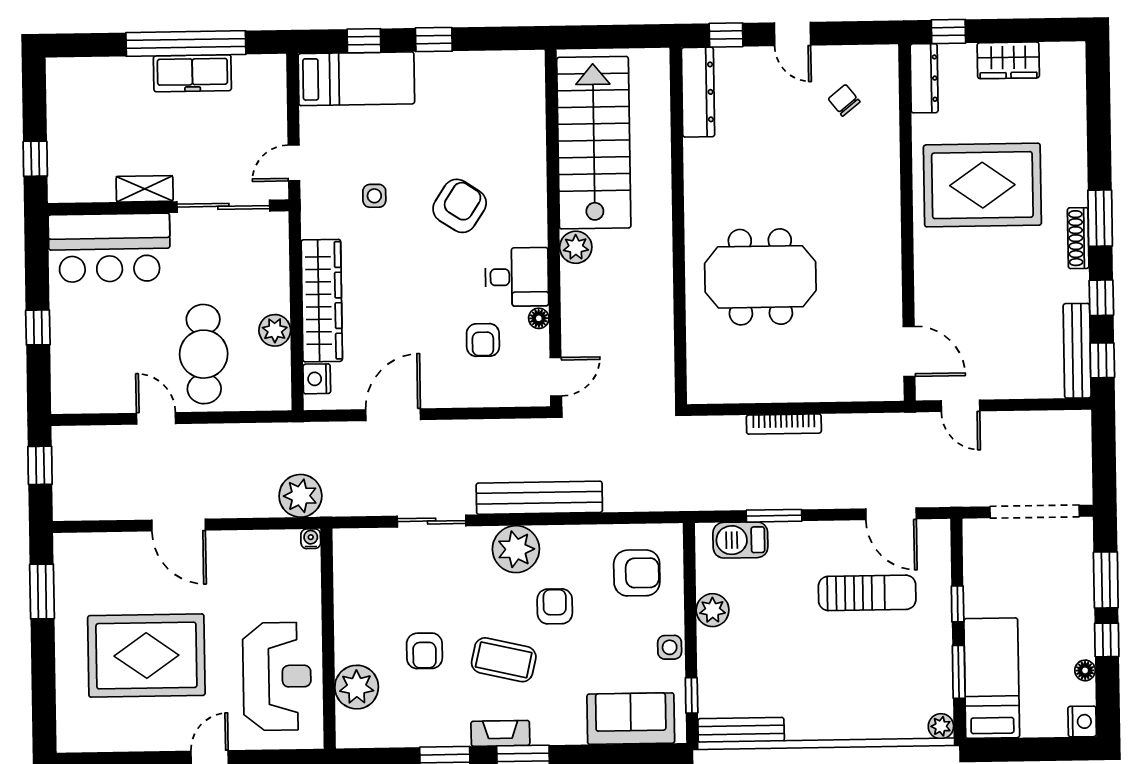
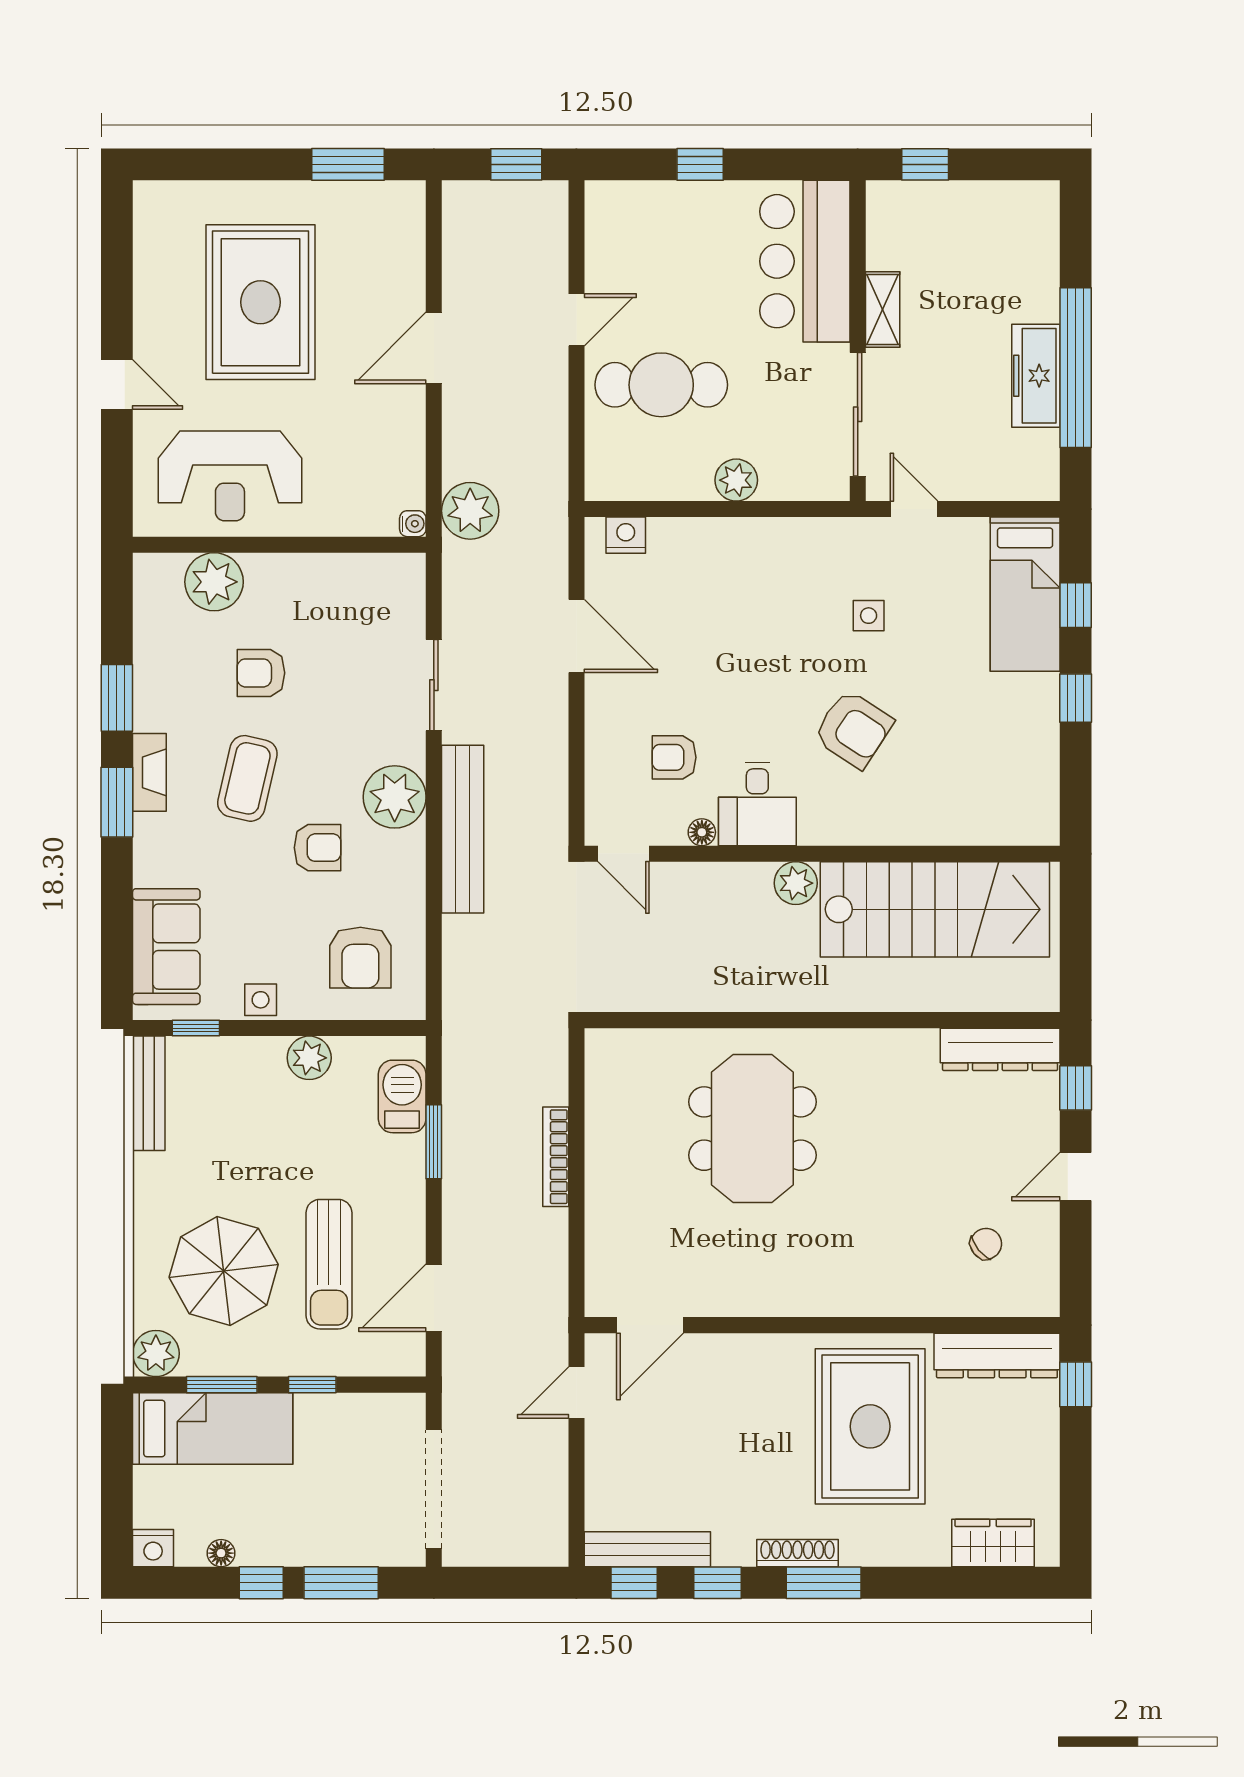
wardrobe: (1008, 60) -> (993, 1543), moved, turned 90
dresser: (924, 78) -> (997, 1355), width x1.37, depth x1.24
wardrobe: (322, 301) -> (730, 543), removed
plant: (275, 330) -> (736, 480), moved
parasol: (873, 672) -> (224, 1271), added
plant: (941, 726) -> (156, 1353), width x1.38, depth x1.38

